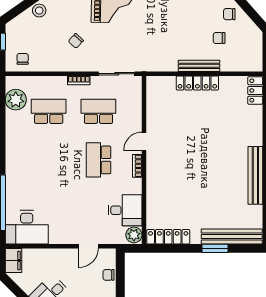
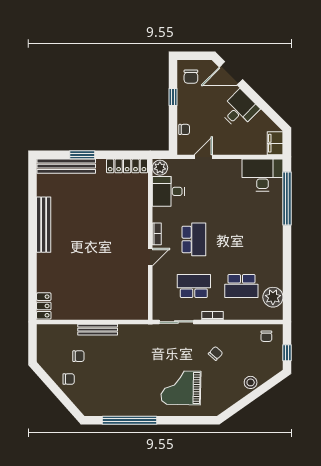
locker: (197, 83) -> (99, 313), removed
school desk: (98, 111) -> (194, 286), turned 180

